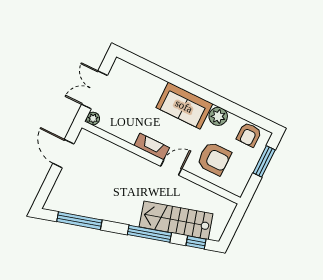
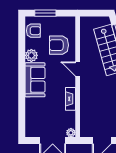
fireplace: (152, 147) -> (70, 99), moved
armchair: (214, 159) -> (59, 45), turned -90

